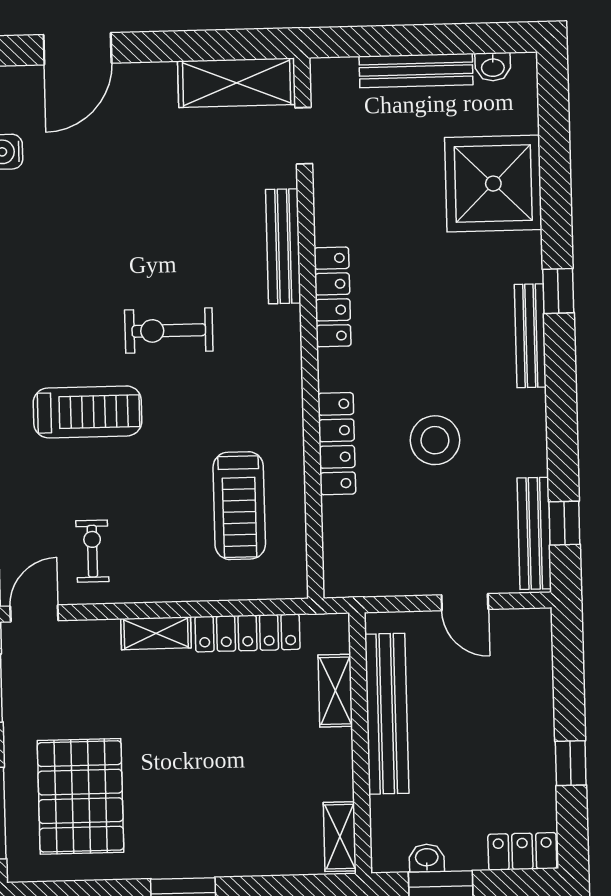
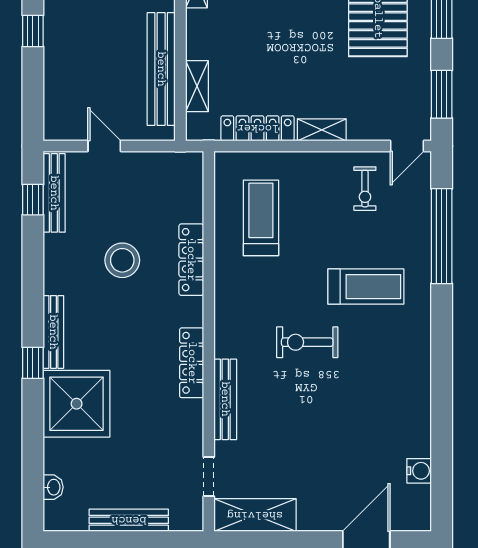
washbasin: (493, 67) -> (53, 487), moved, turned 90
shower: (493, 184) -> (77, 404), moved
exercise bike: (169, 331) -> (307, 342), turned 180
treadmill: (88, 412) -> (366, 287), turned 180

